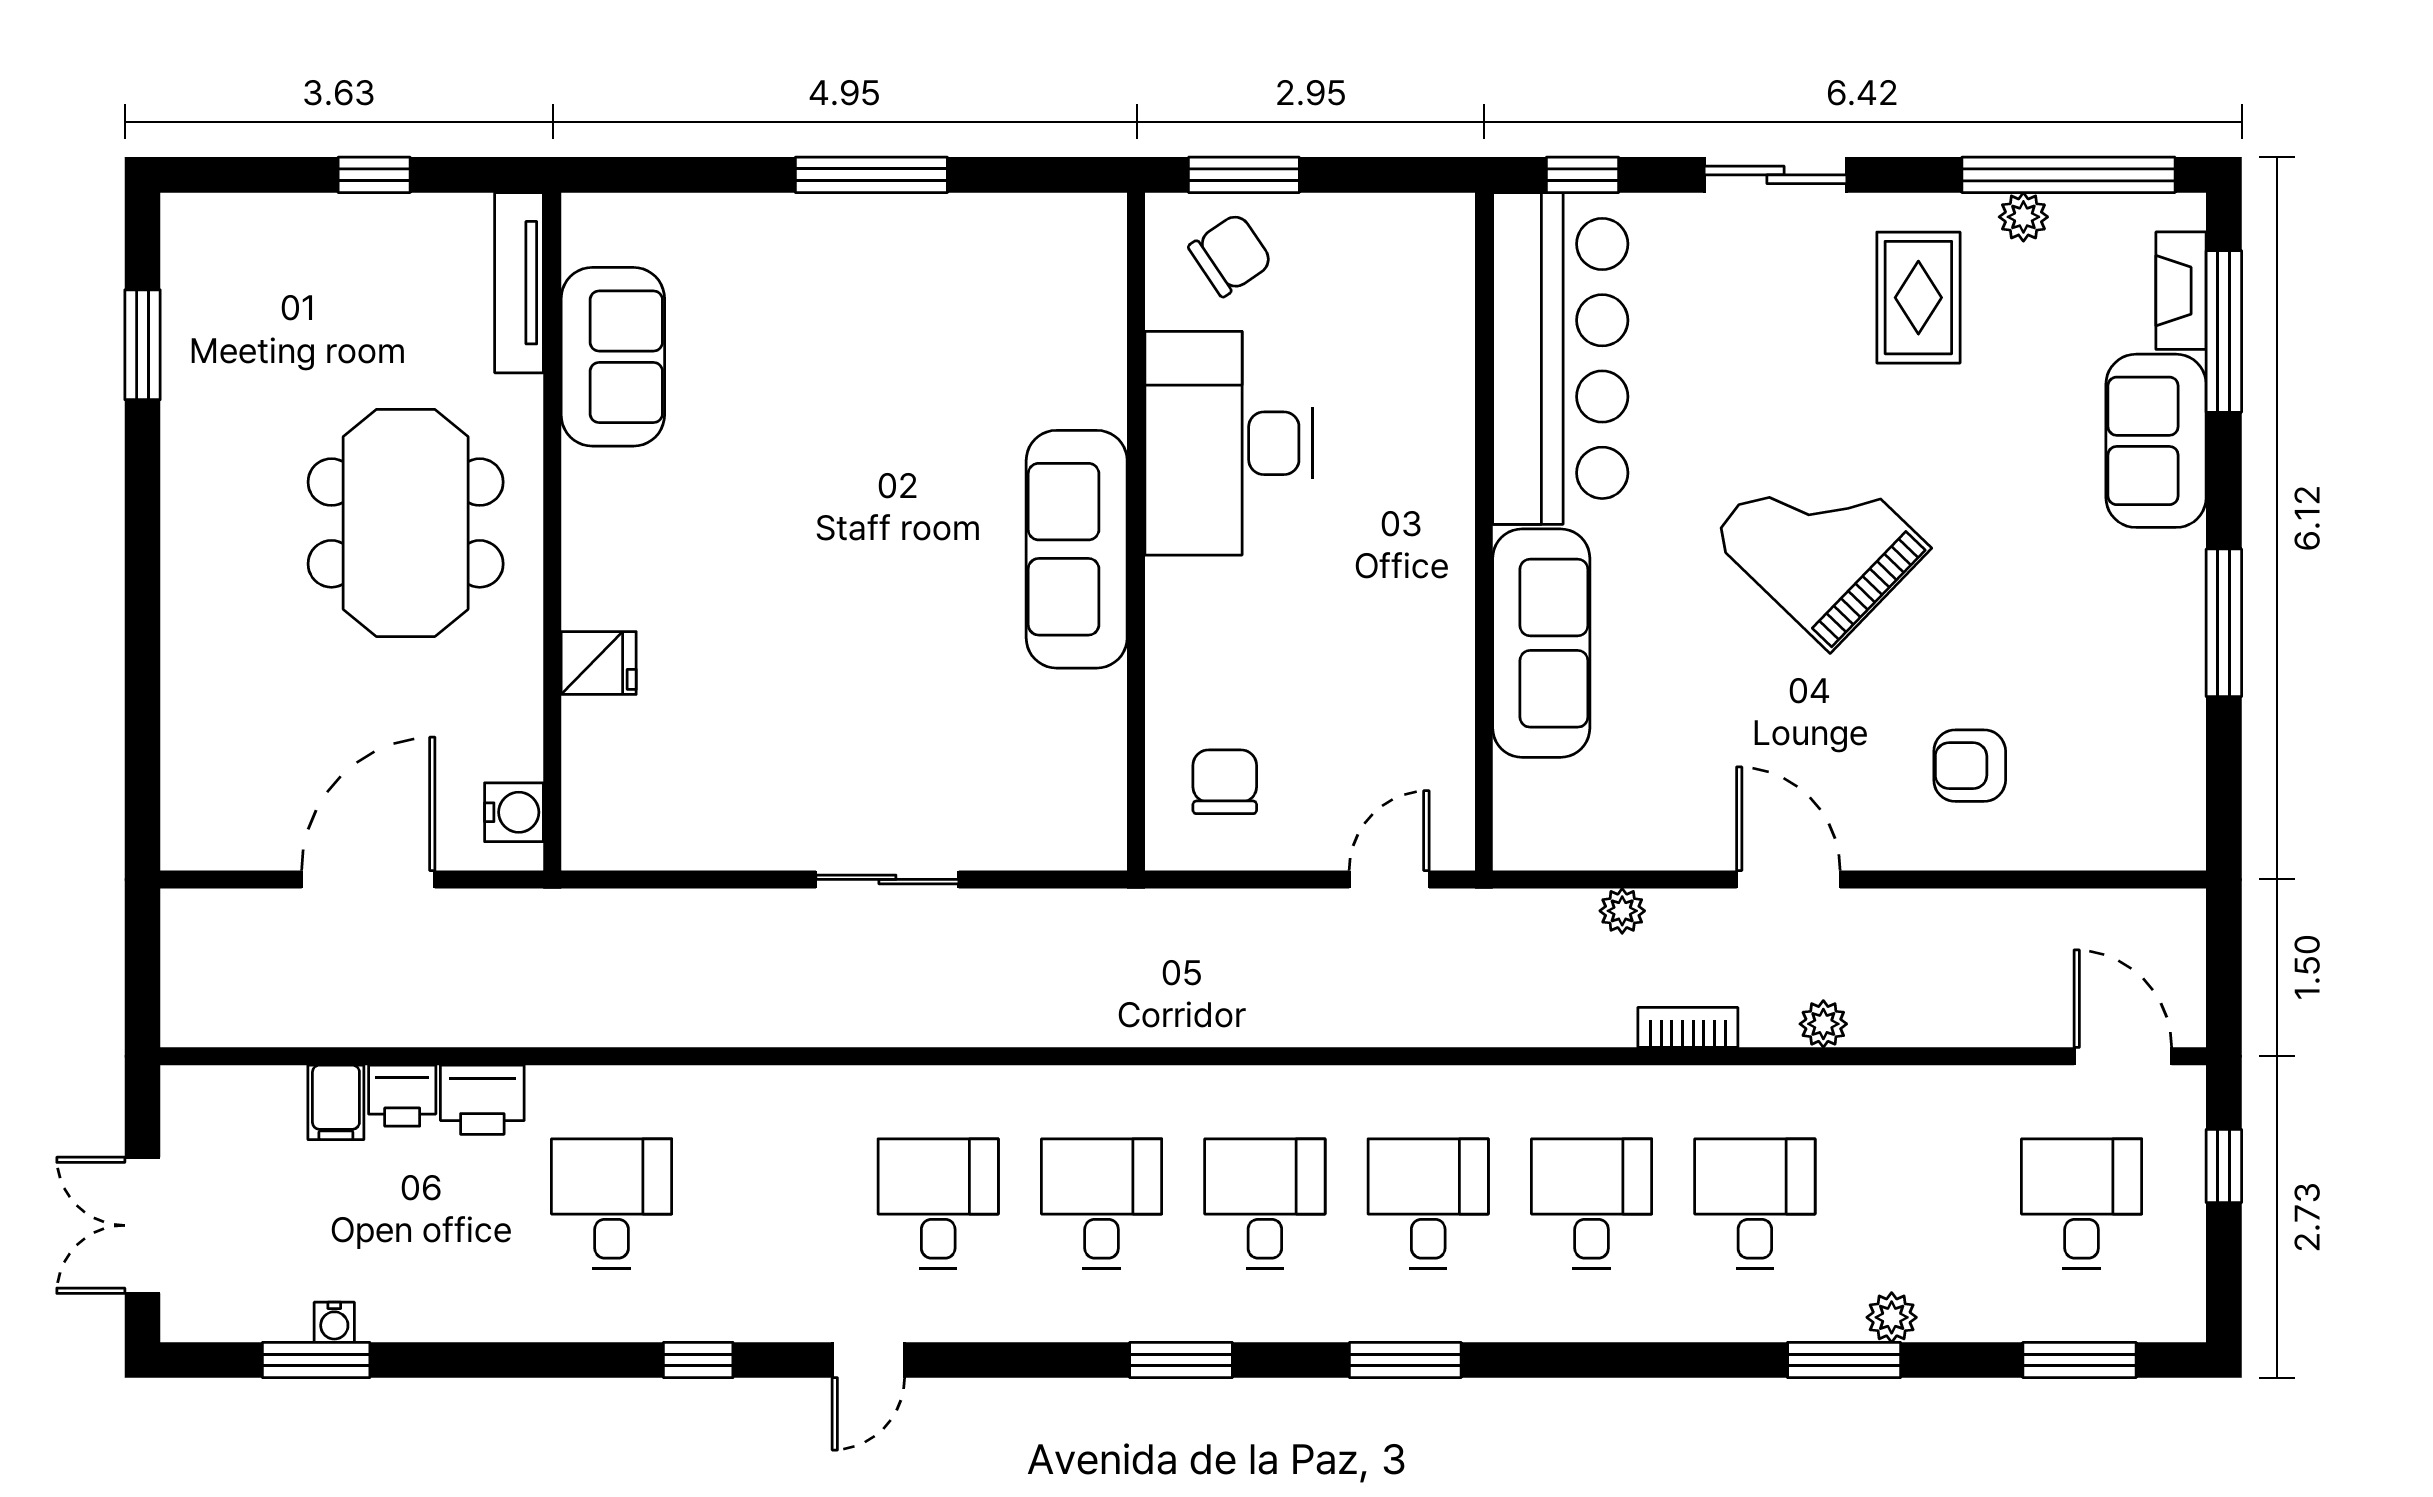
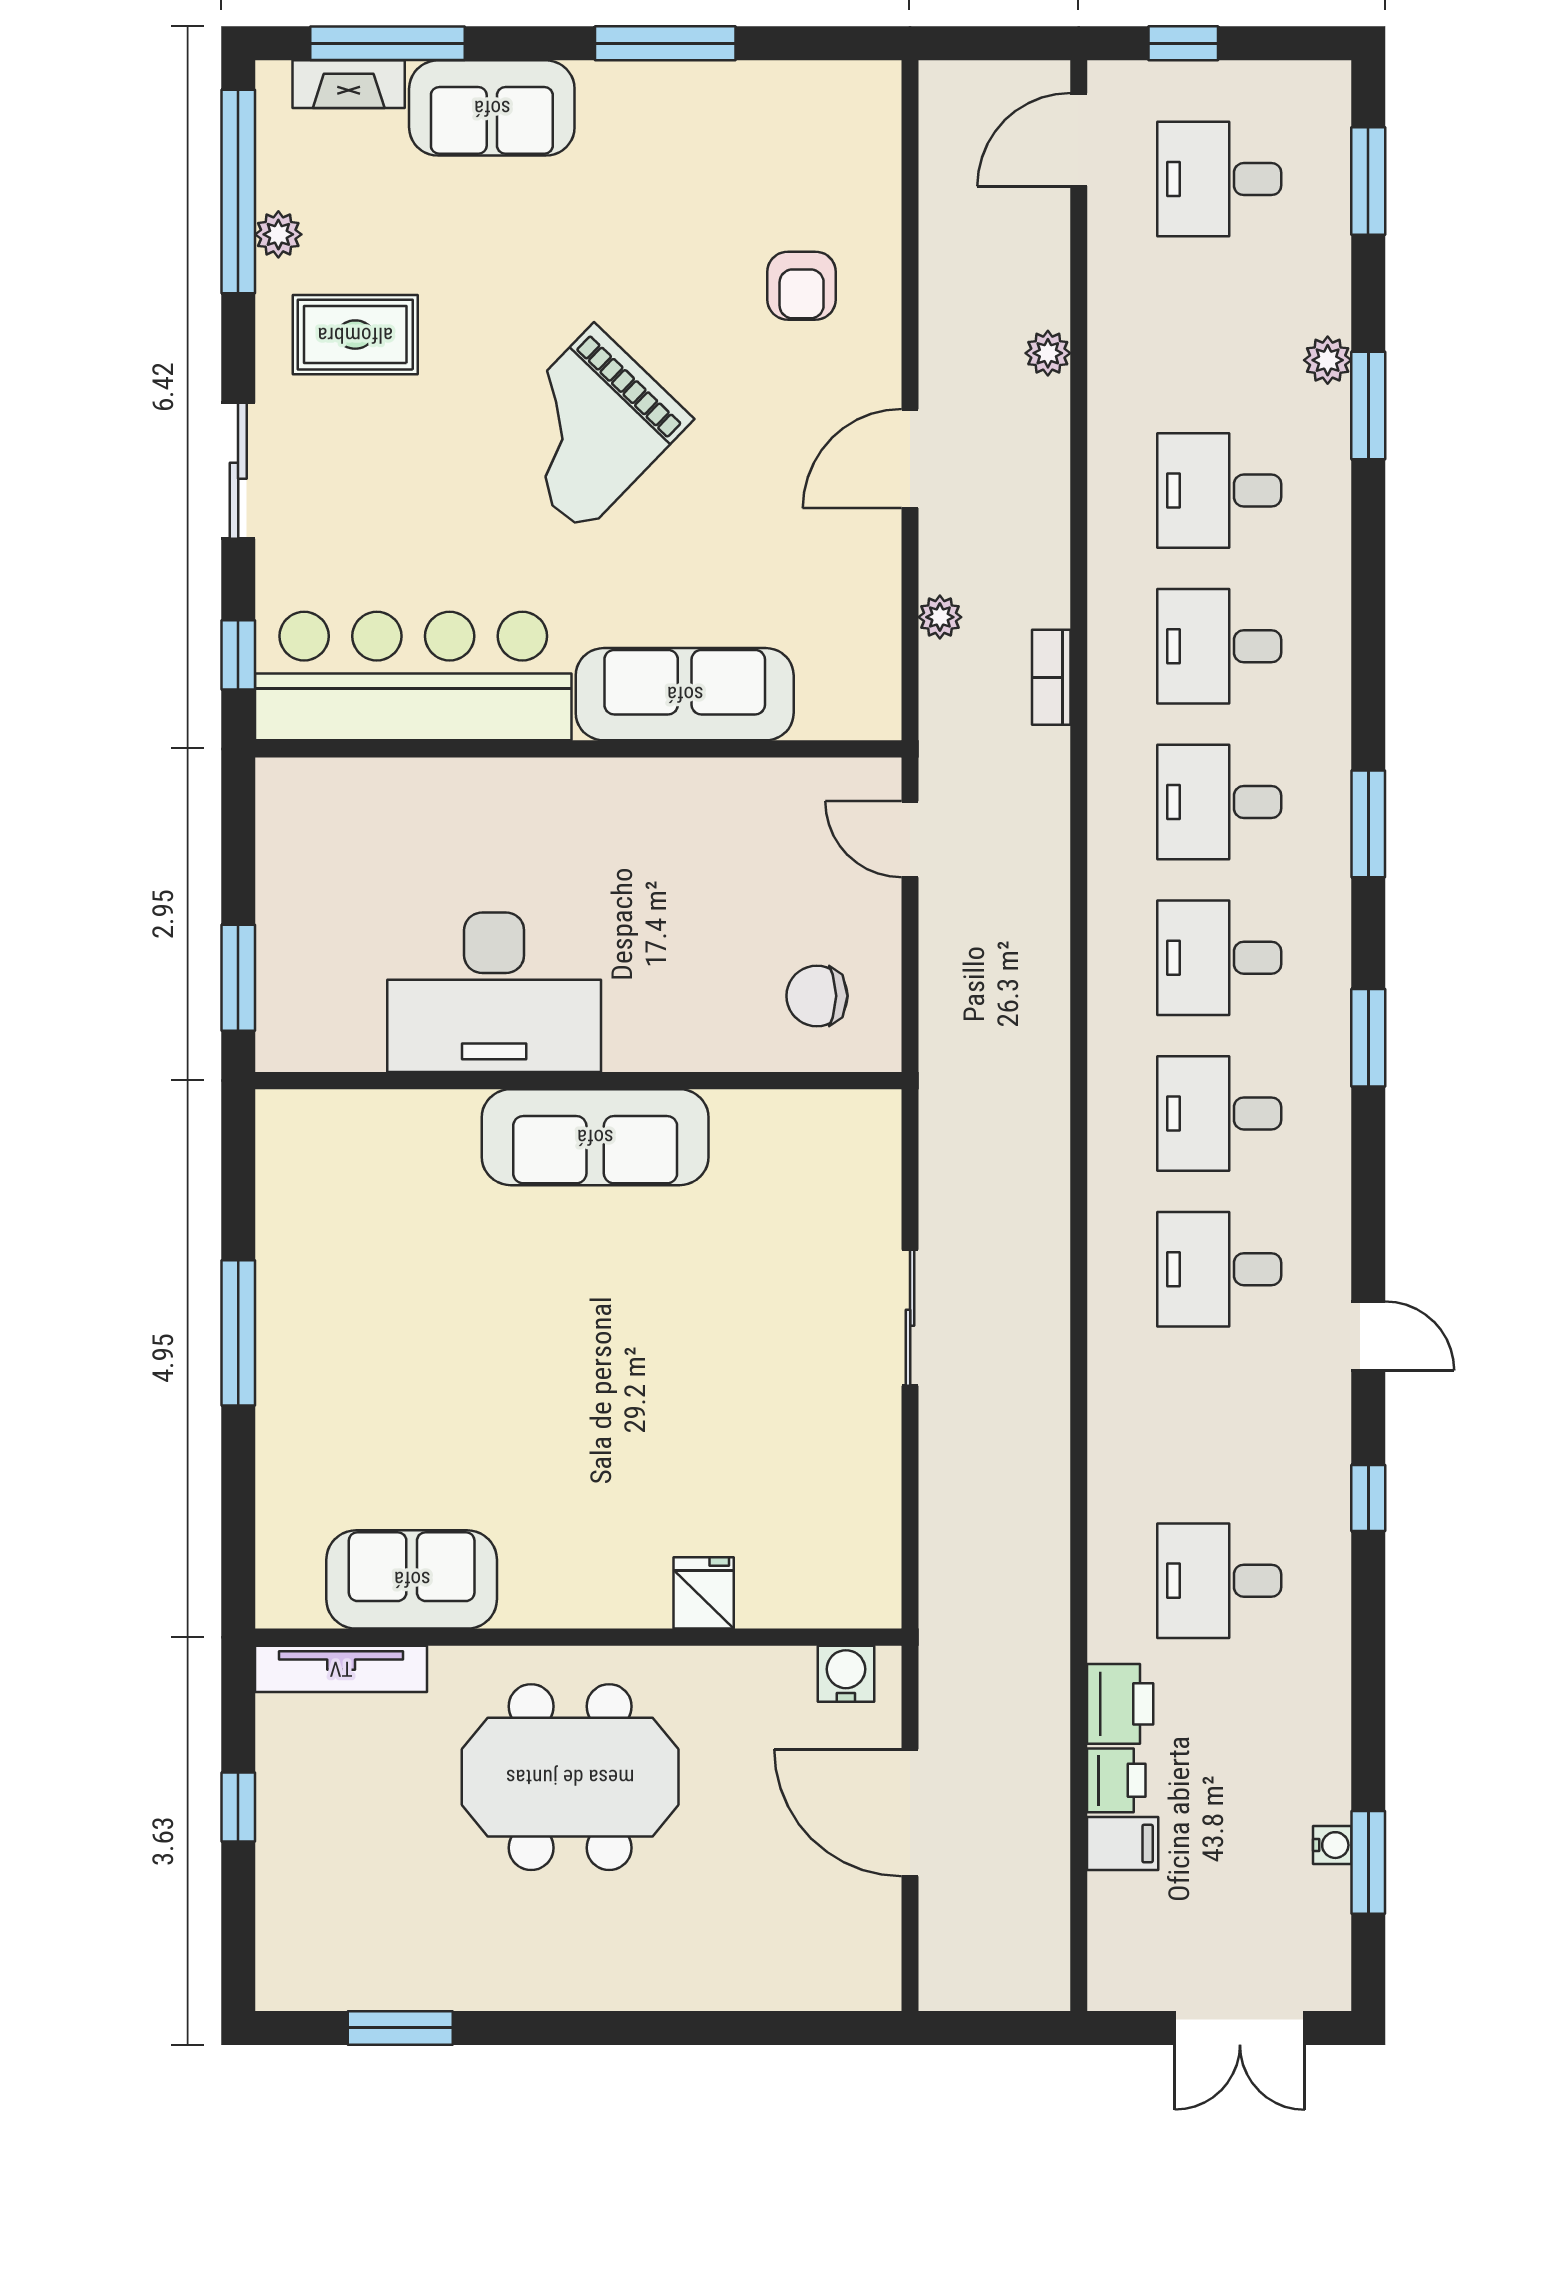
chair: (1231, 255) -> (314, 990), removed
plant: (1823, 1024) -> (1048, 353), moved
bookcase: (1688, 1027) -> (1051, 677), moved

